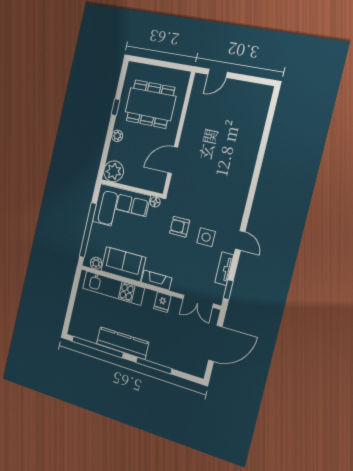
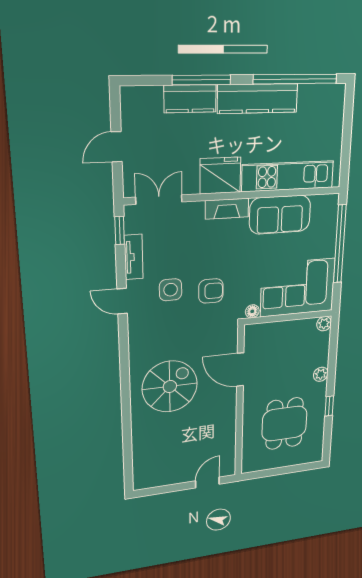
dining table: (150, 104) -> (284, 424), width x0.73
door: (173, 160) -> (240, 370), swing flipped
spiral stairs: (225, 164) -> (170, 386), added
plant: (114, 171) -> (324, 324), width x0.53, depth x0.53
plant: (96, 263) -> (320, 203), removed
fridge: (162, 302) -> (220, 175), width x1.88, depth x1.34
door: (215, 343) -> (117, 147), width x0.53
kitchen counter: (163, 357) -> (190, 99), added

